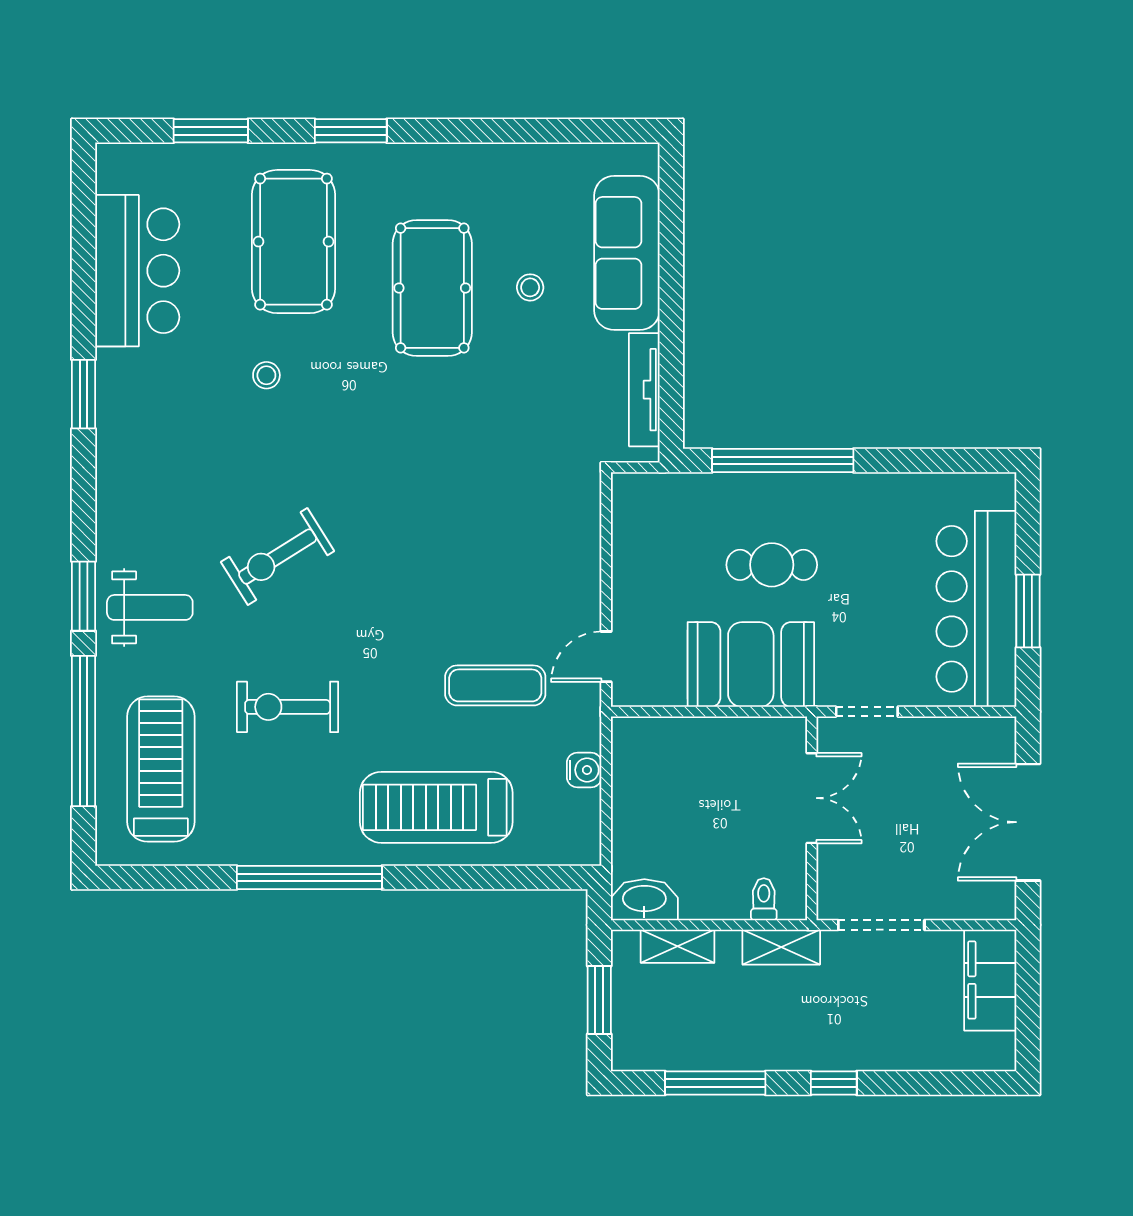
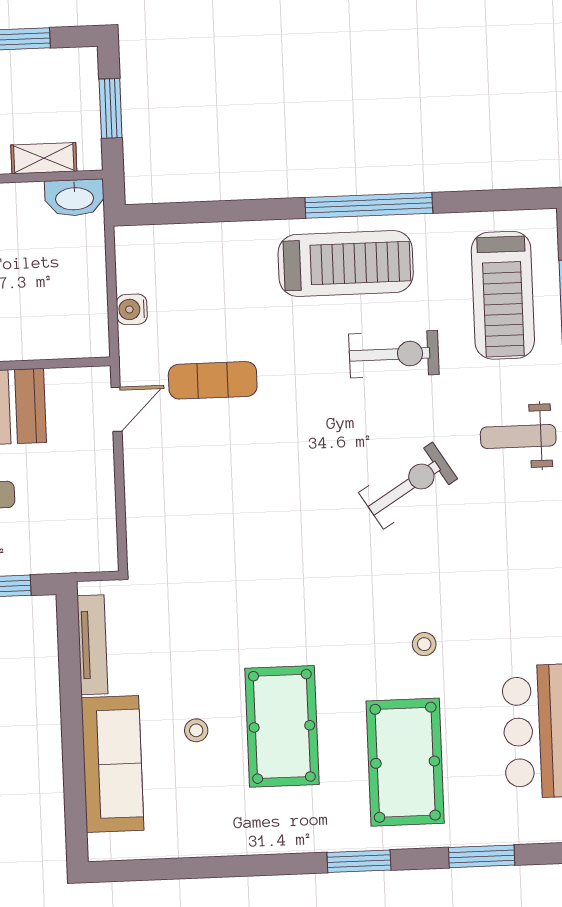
treadmill: (436, 807) -> (346, 264), moved

